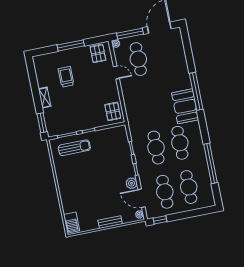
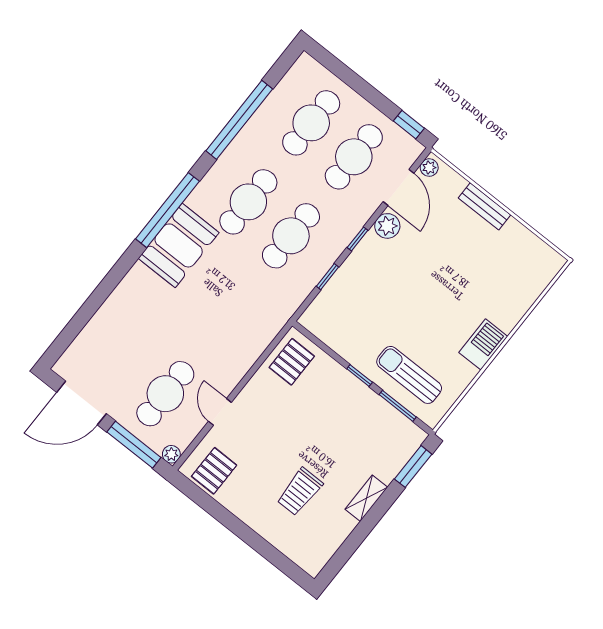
window: (71, 45) -> (240, 529), removed
window: (196, 91) -> (167, 210), moved
barbecue: (71, 223) -> (483, 344), moved

